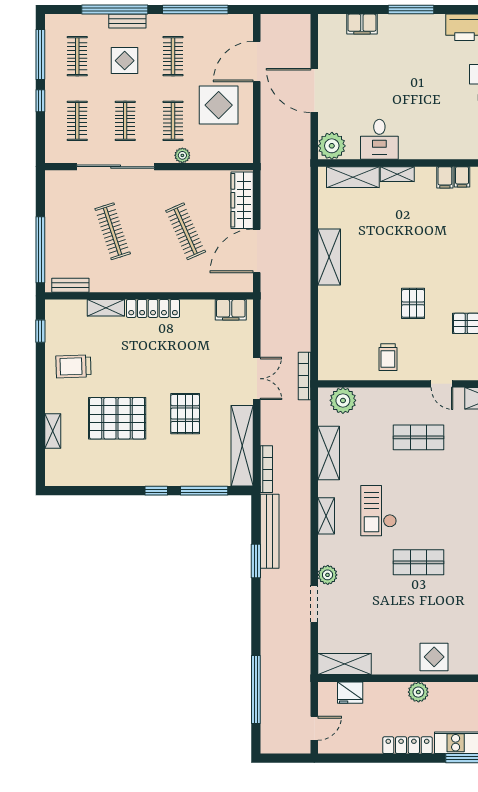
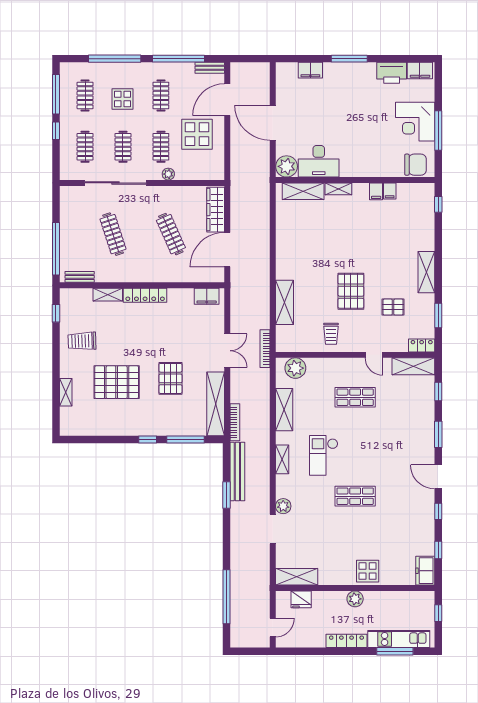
bench: (127, 21) -> (210, 68), moved
desk: (379, 139) -> (319, 161), width x1.37
shelving: (329, 257) -> (284, 302), moved
pallet: (413, 303) -> (351, 291), width x1.50, depth x1.42

